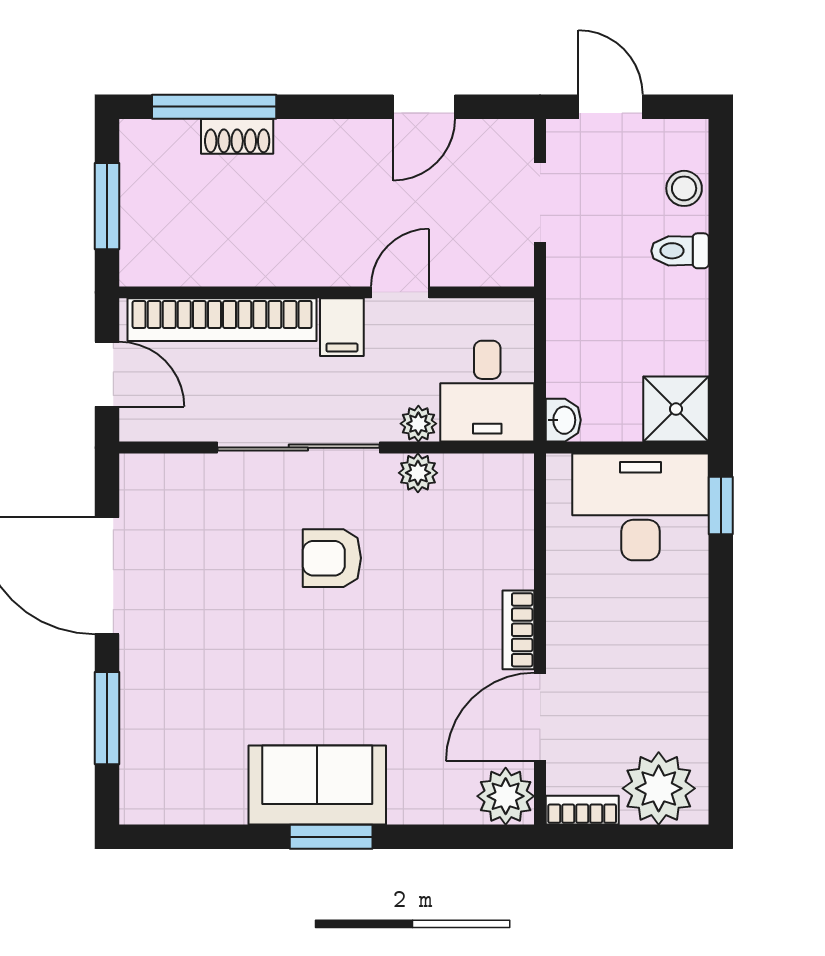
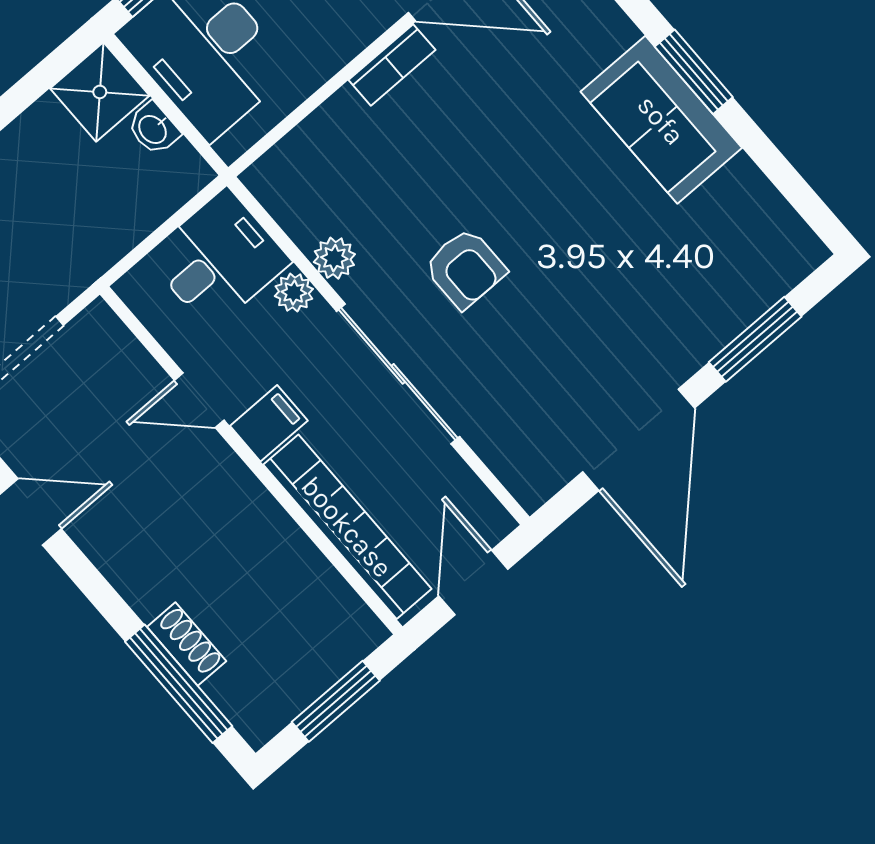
washbasin: (563, 420) -> (153, 129), moved, turned -90

